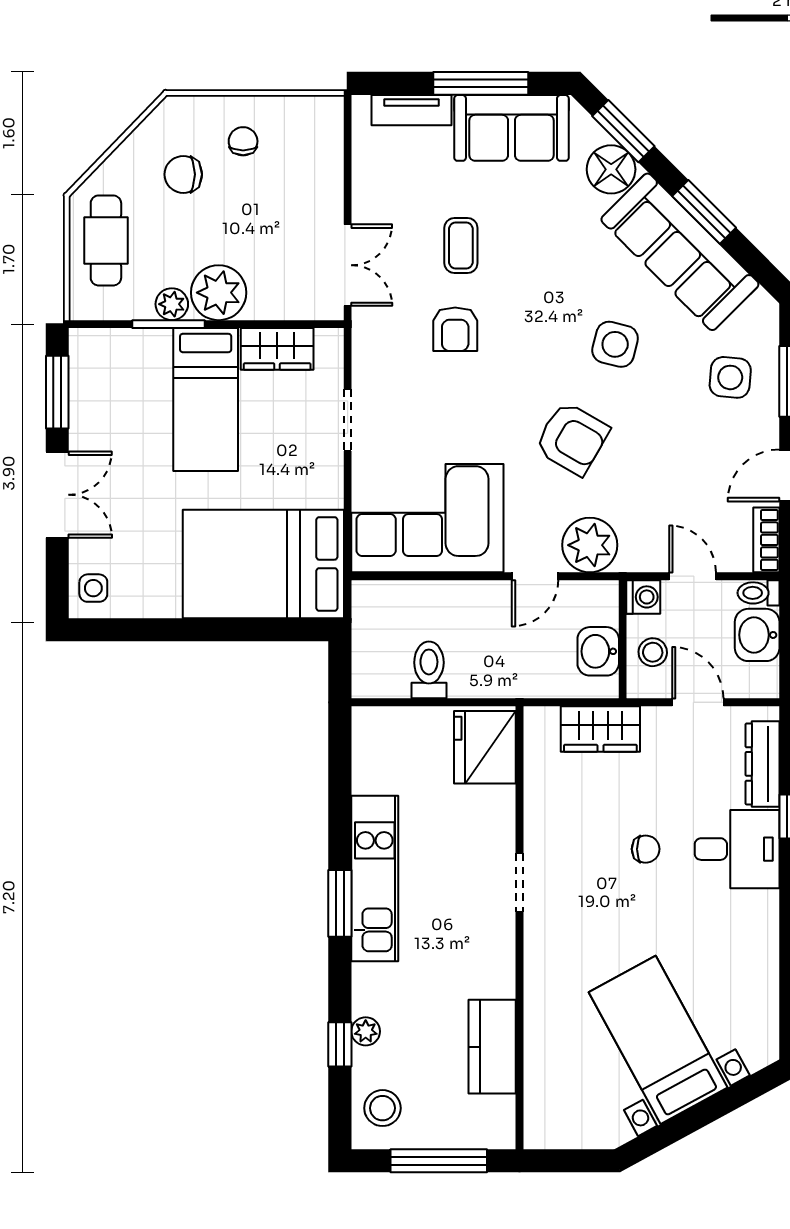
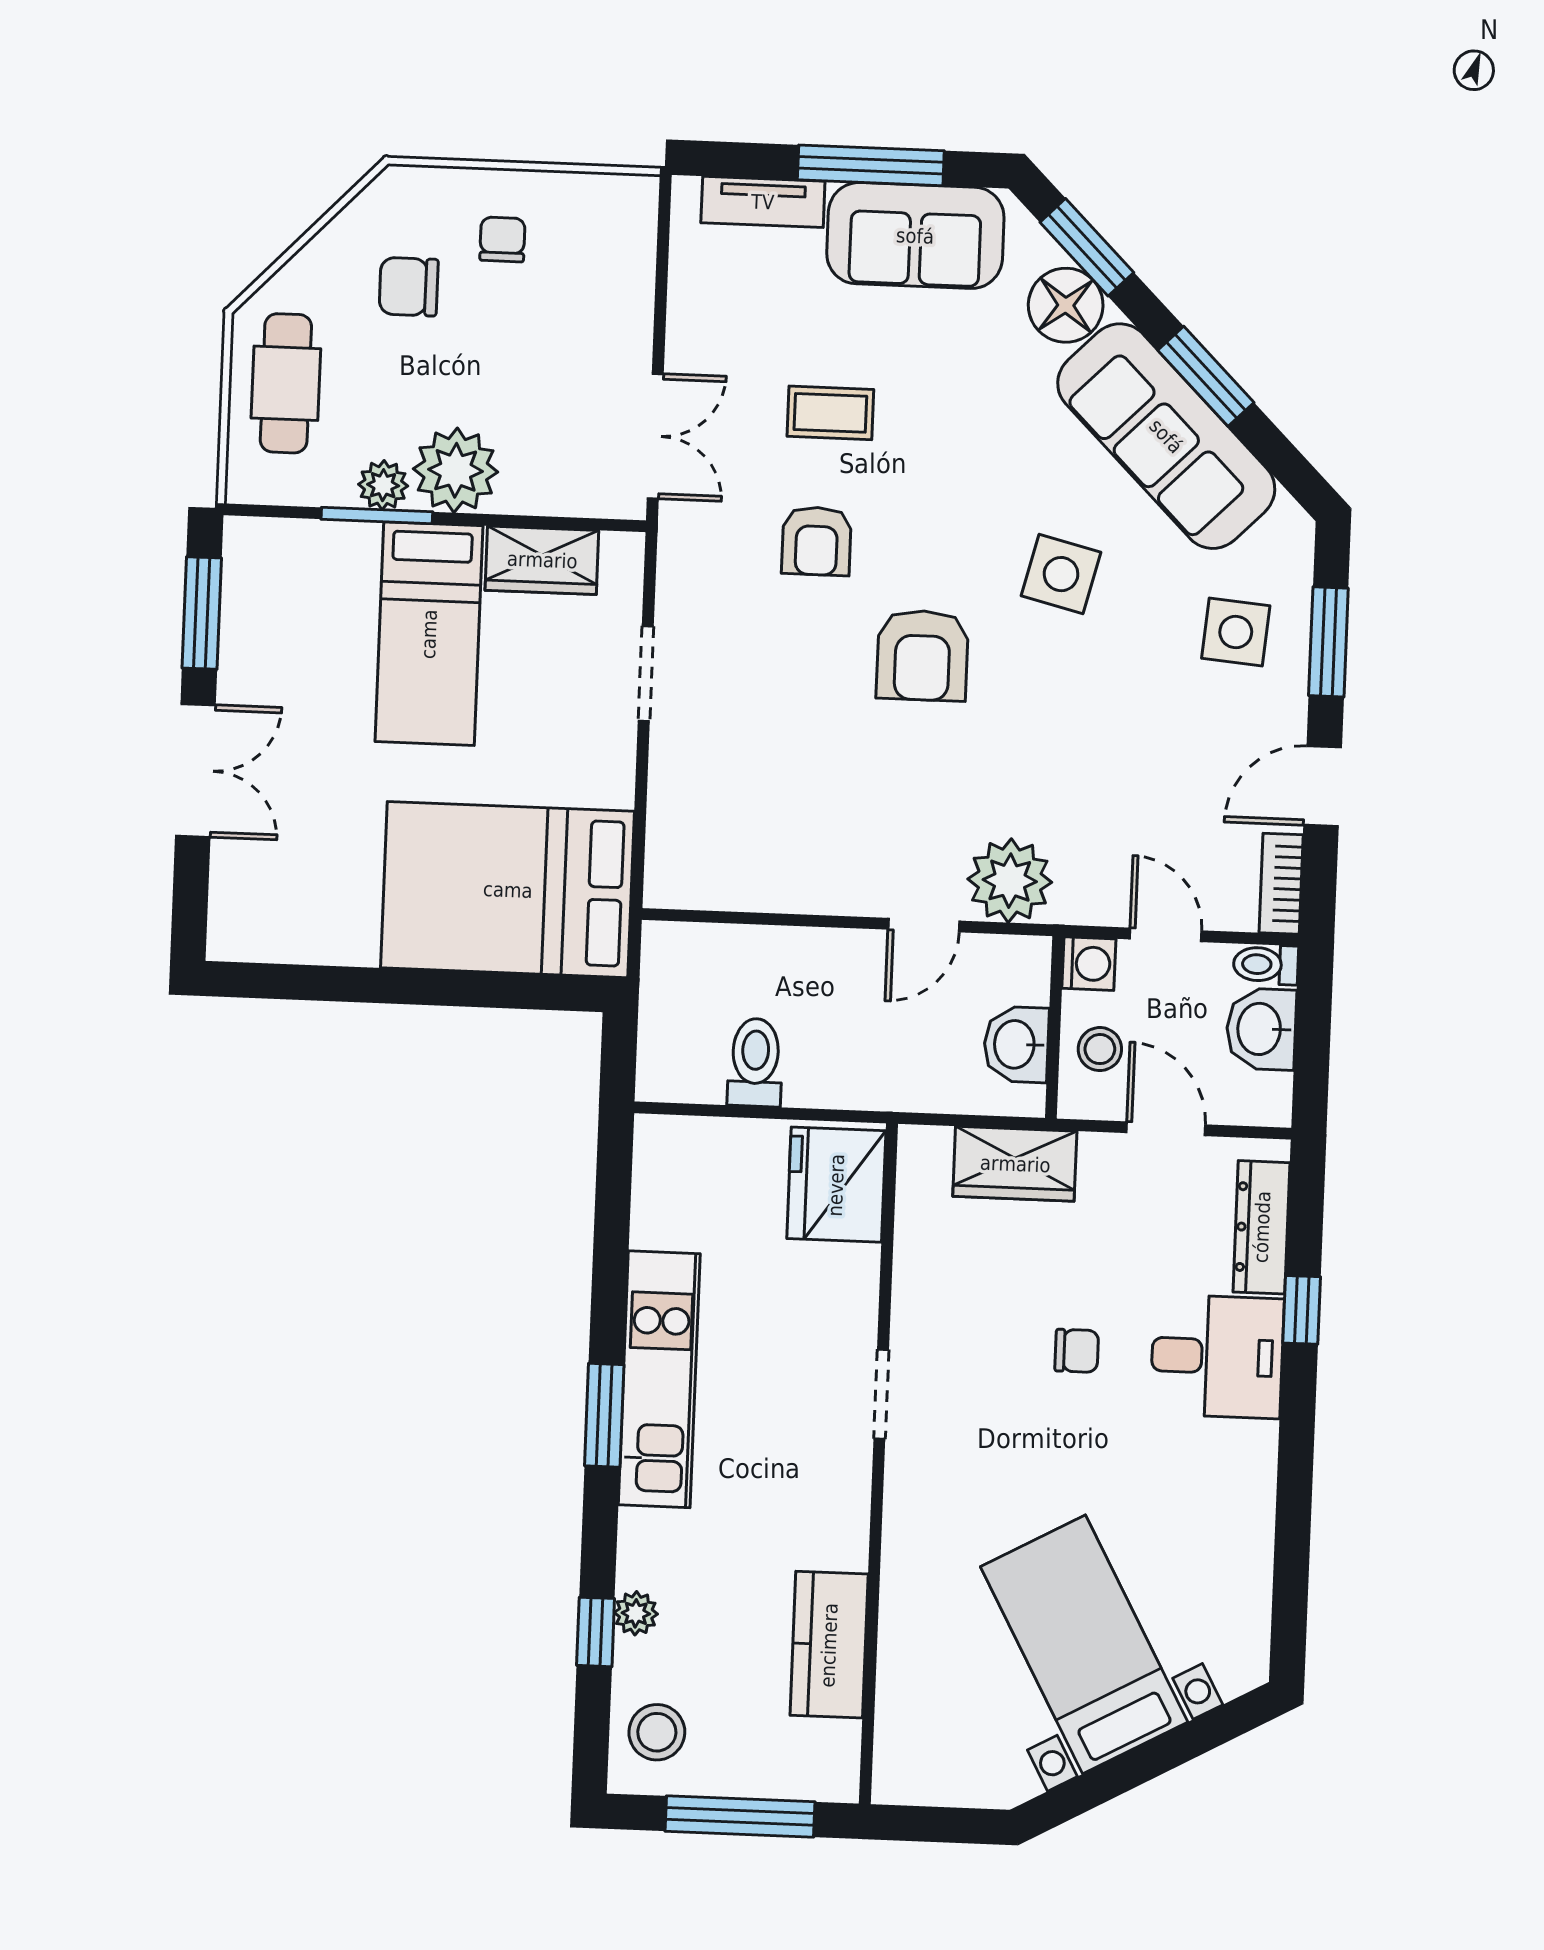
coffee table: (461, 246) -> (830, 413), turned 90
armchair: (572, 439) -> (922, 655), moved, turned 60
corner sofa: (427, 518) -> (762, 829), removed
side table: (93, 588) -> (245, 916), removed

